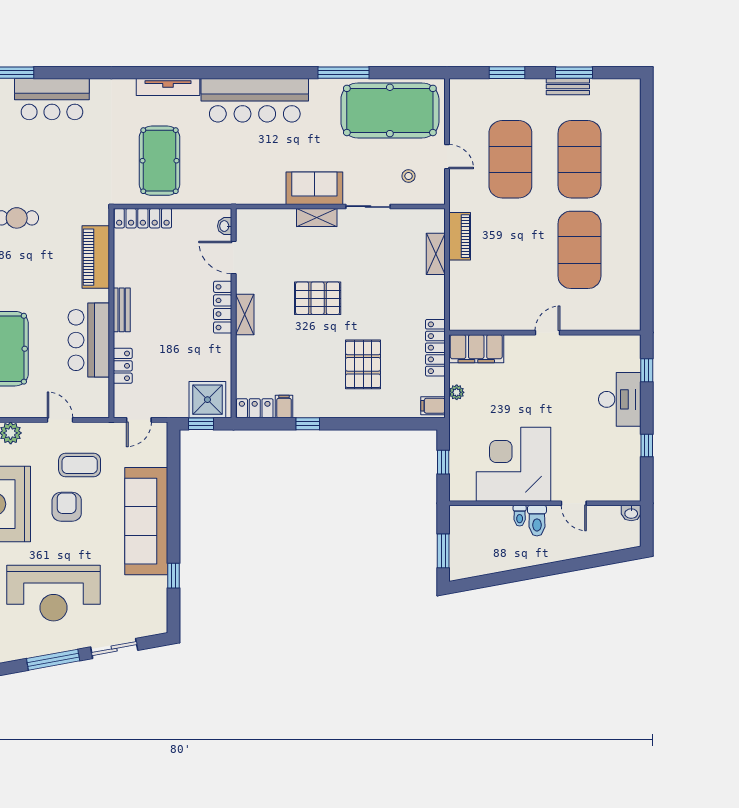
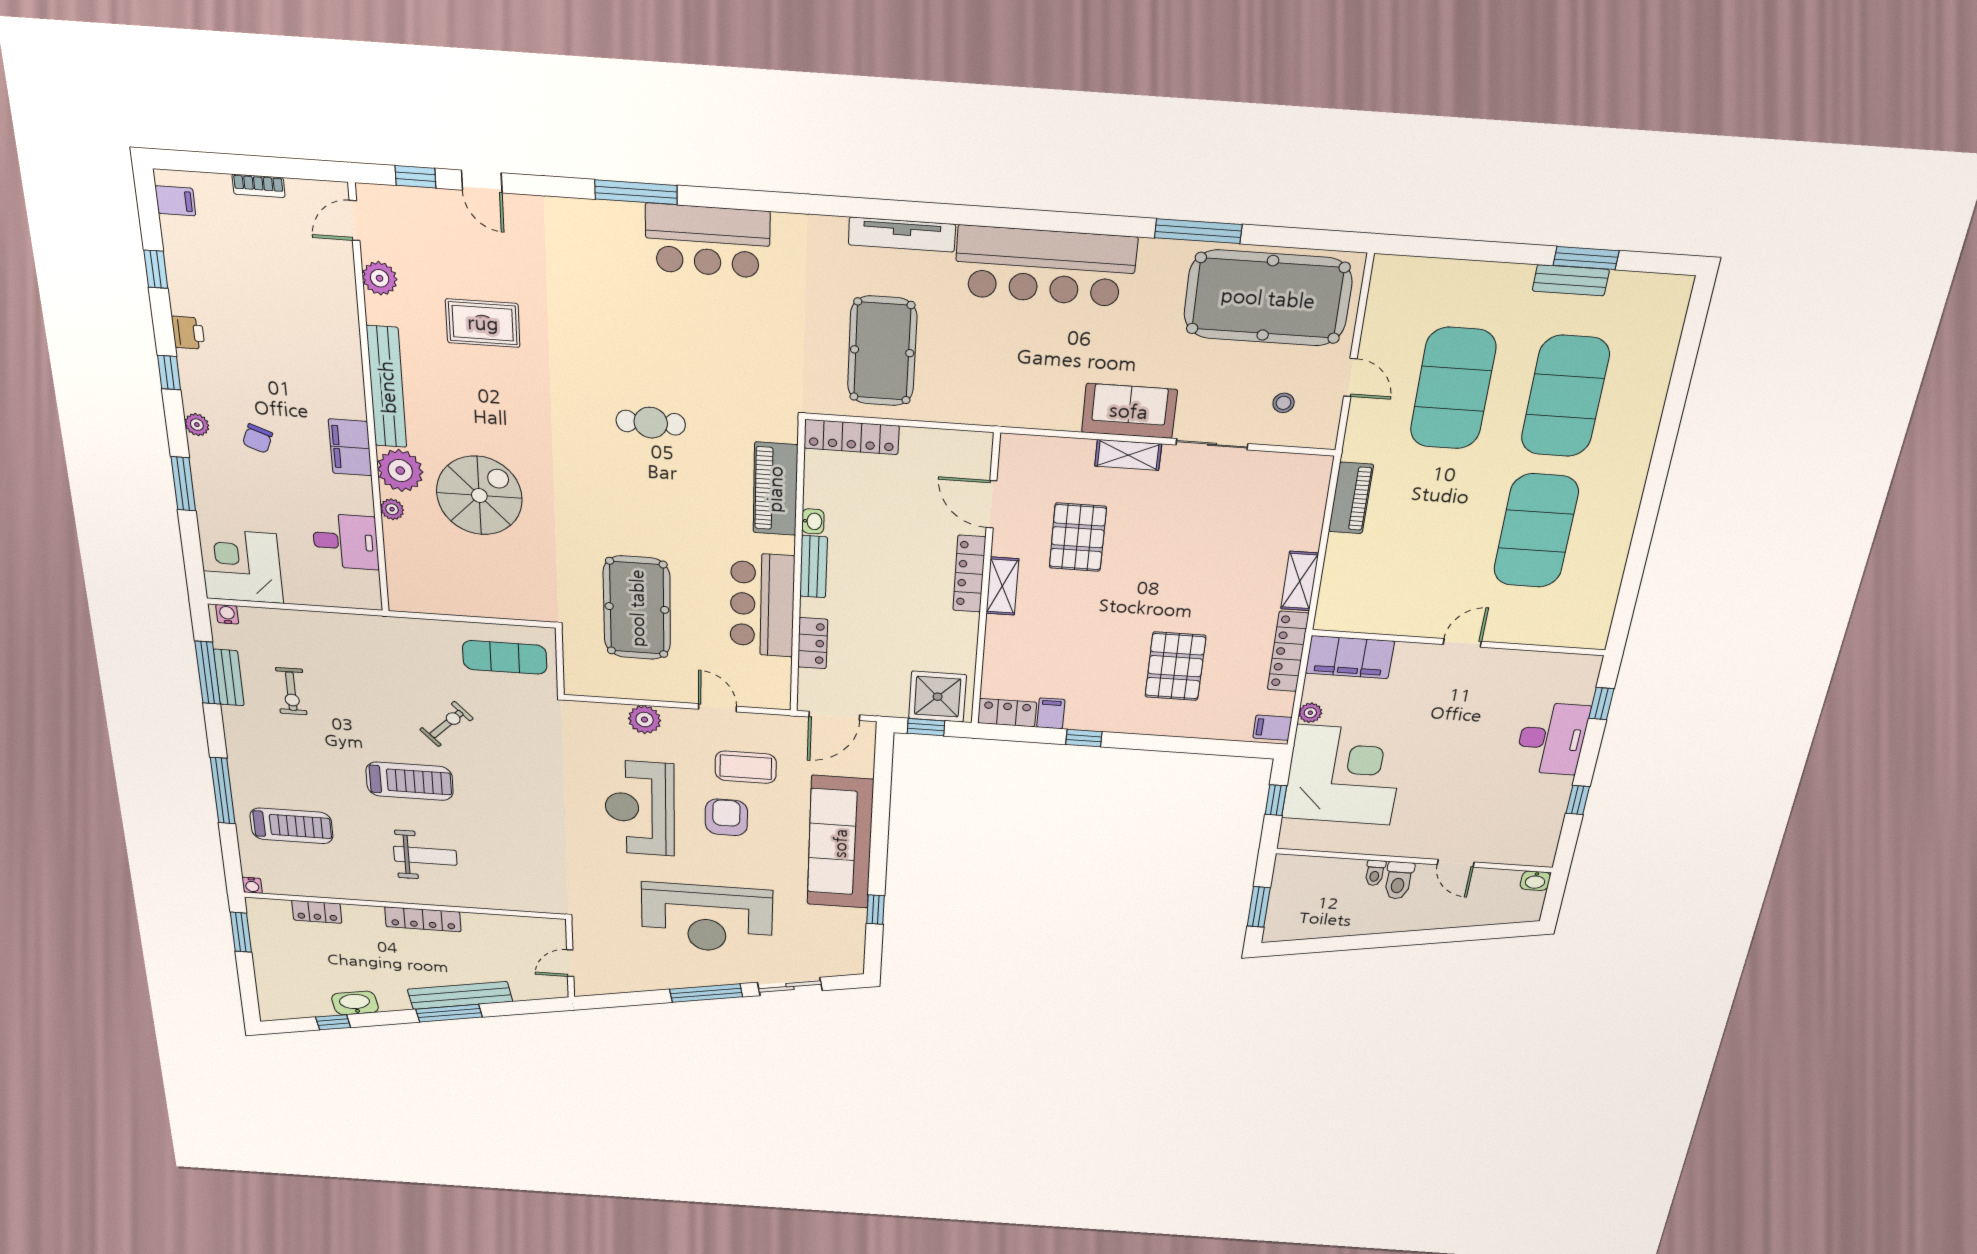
window: (507, 73) -> (1473, 250), removed
washbasin: (225, 226) -> (813, 521), moved, turned 180
shelving: (436, 254) -> (1300, 581), moved
pallet: (318, 298) -> (1078, 537), moved, turned 90
door: (139, 420) -> (834, 716), width x1.38
corner desk: (513, 464) -> (1344, 775), moved, turned 90

